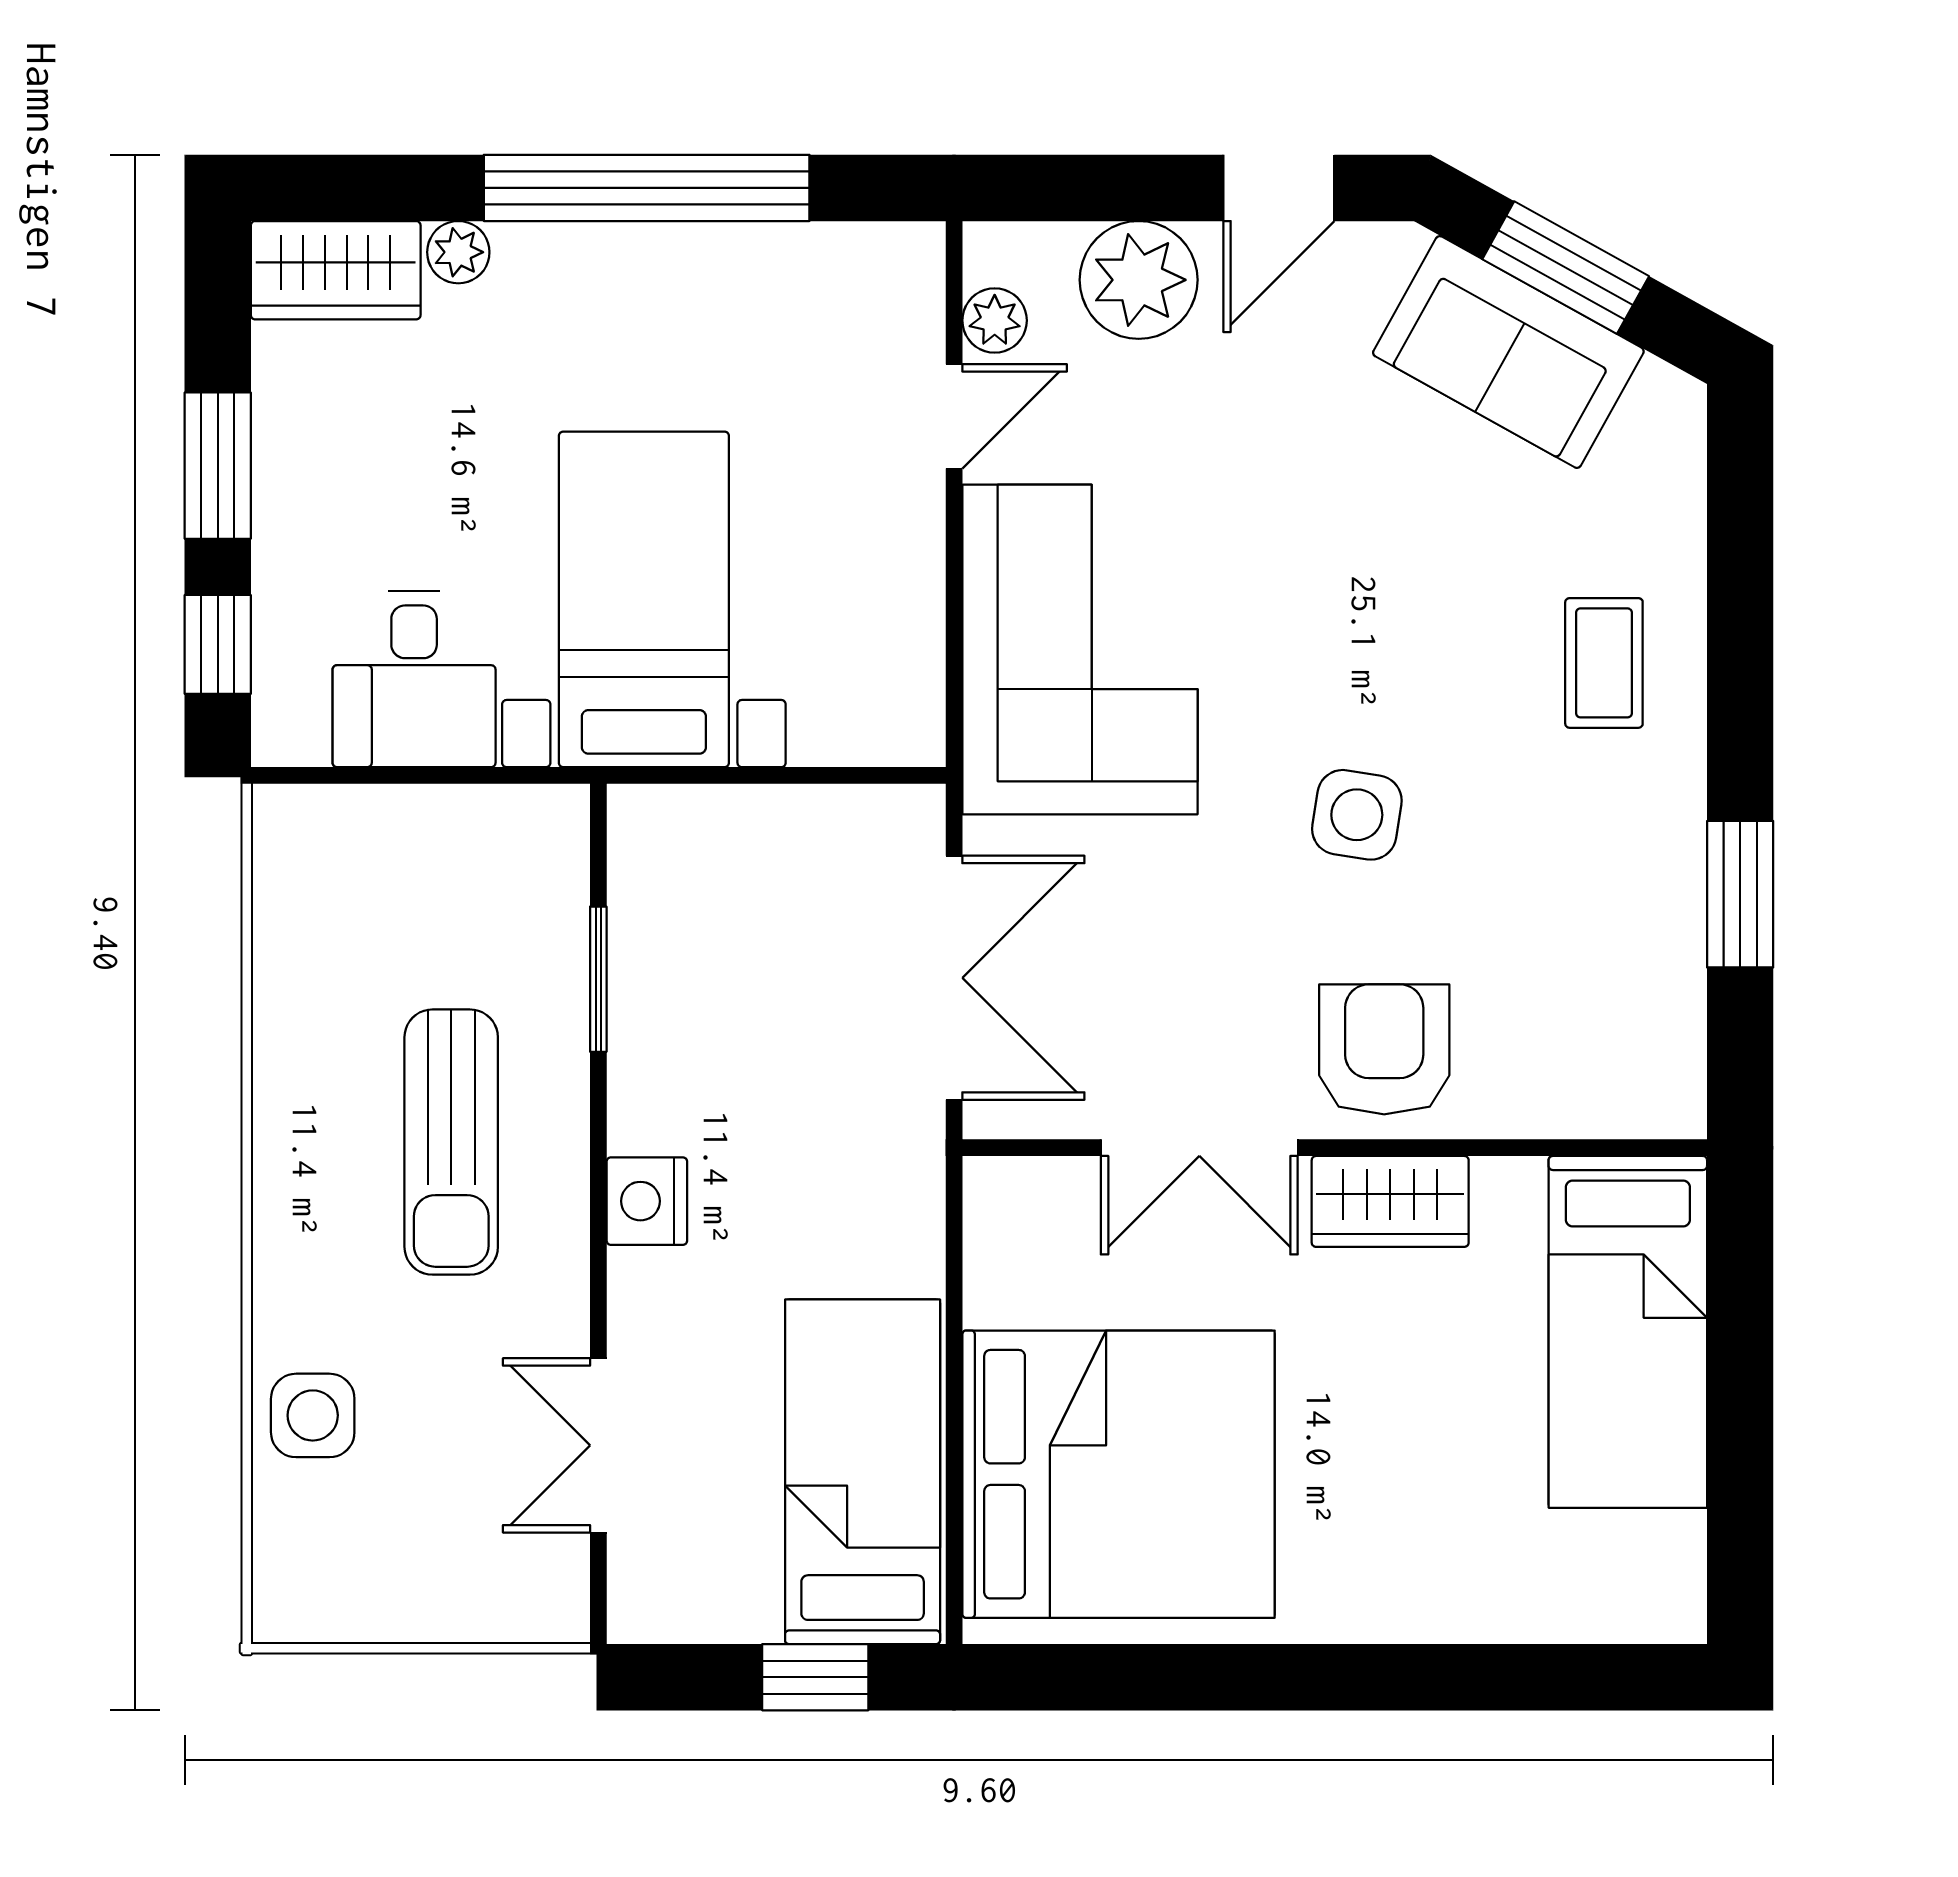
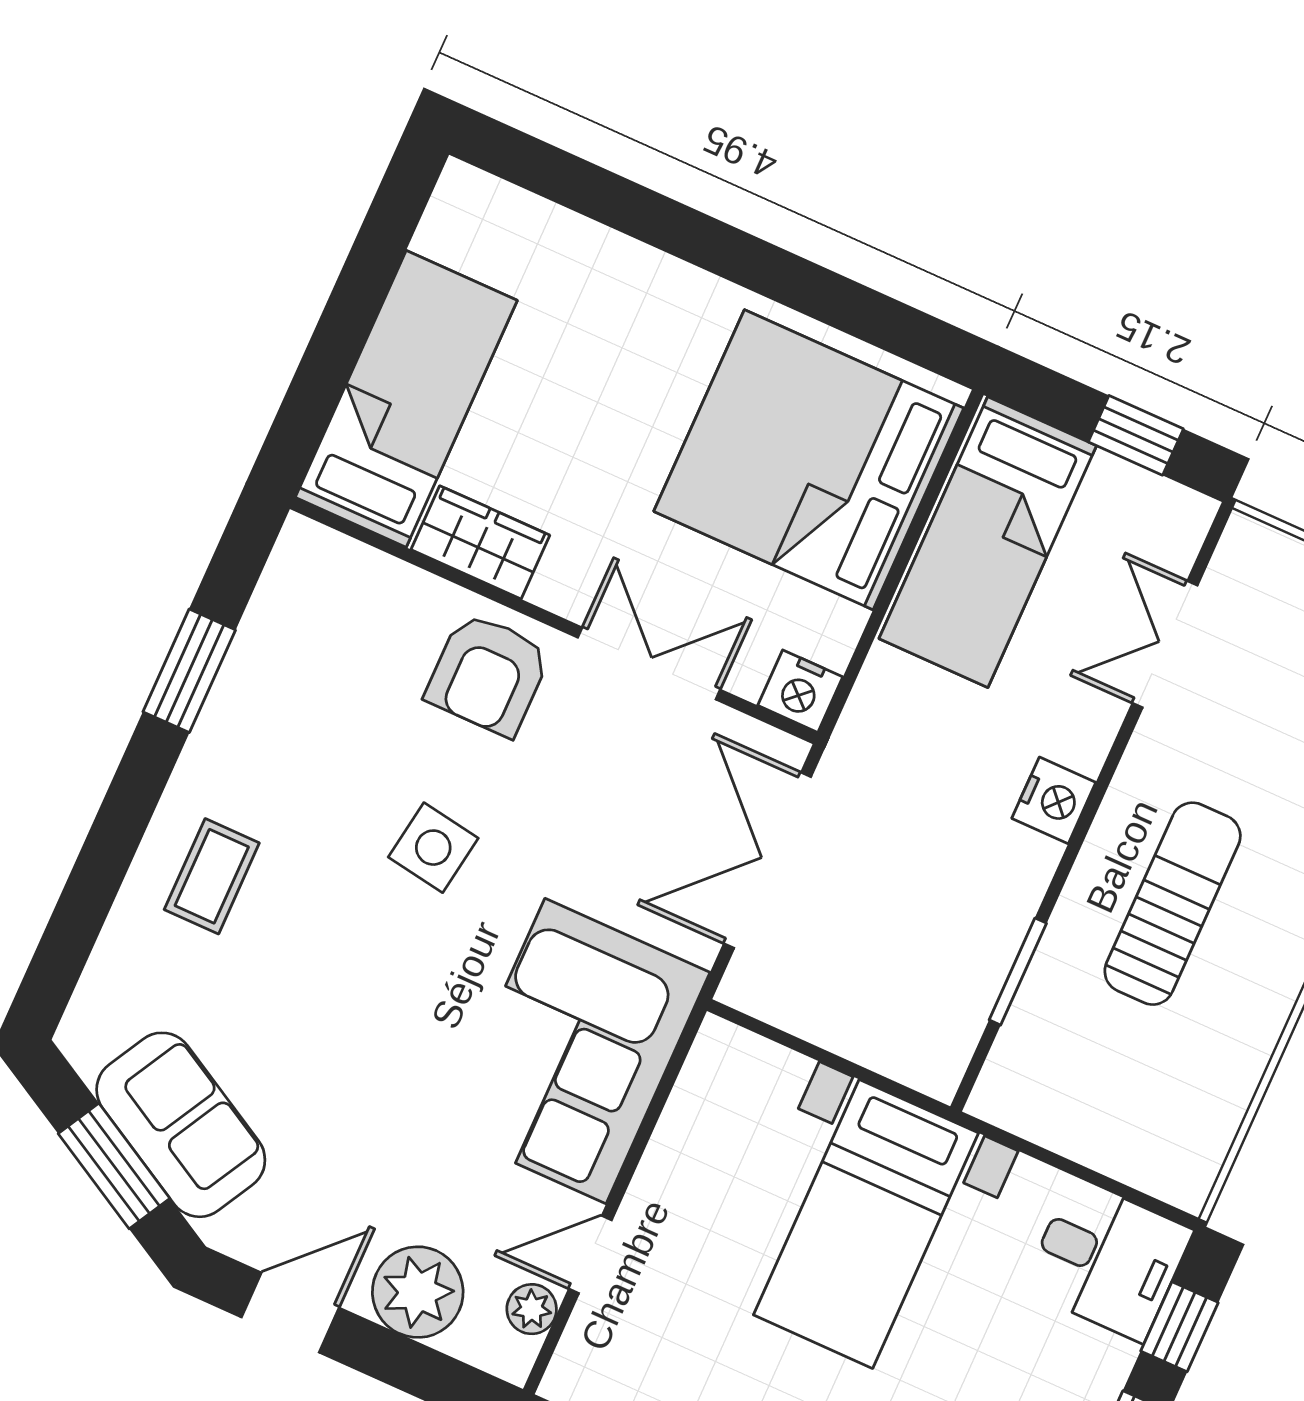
desk: (414, 679) -> (1108, 1260), moved, turned 90
nightstand: (1005, 1196) -> (800, 691), added
wardrobe: (1390, 1201) -> (480, 542), moved
double door: (598, 1445) -> (1165, 644), swing flipped
window: (815, 1677) -> (1136, 435), moved

